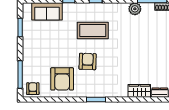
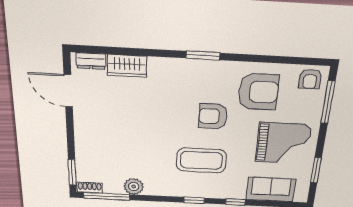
grand piano: (43, 45) -> (283, 143), added
armchair: (88, 61) -> (213, 116), turned 88
armchair: (62, 79) -> (258, 92), turned 90

